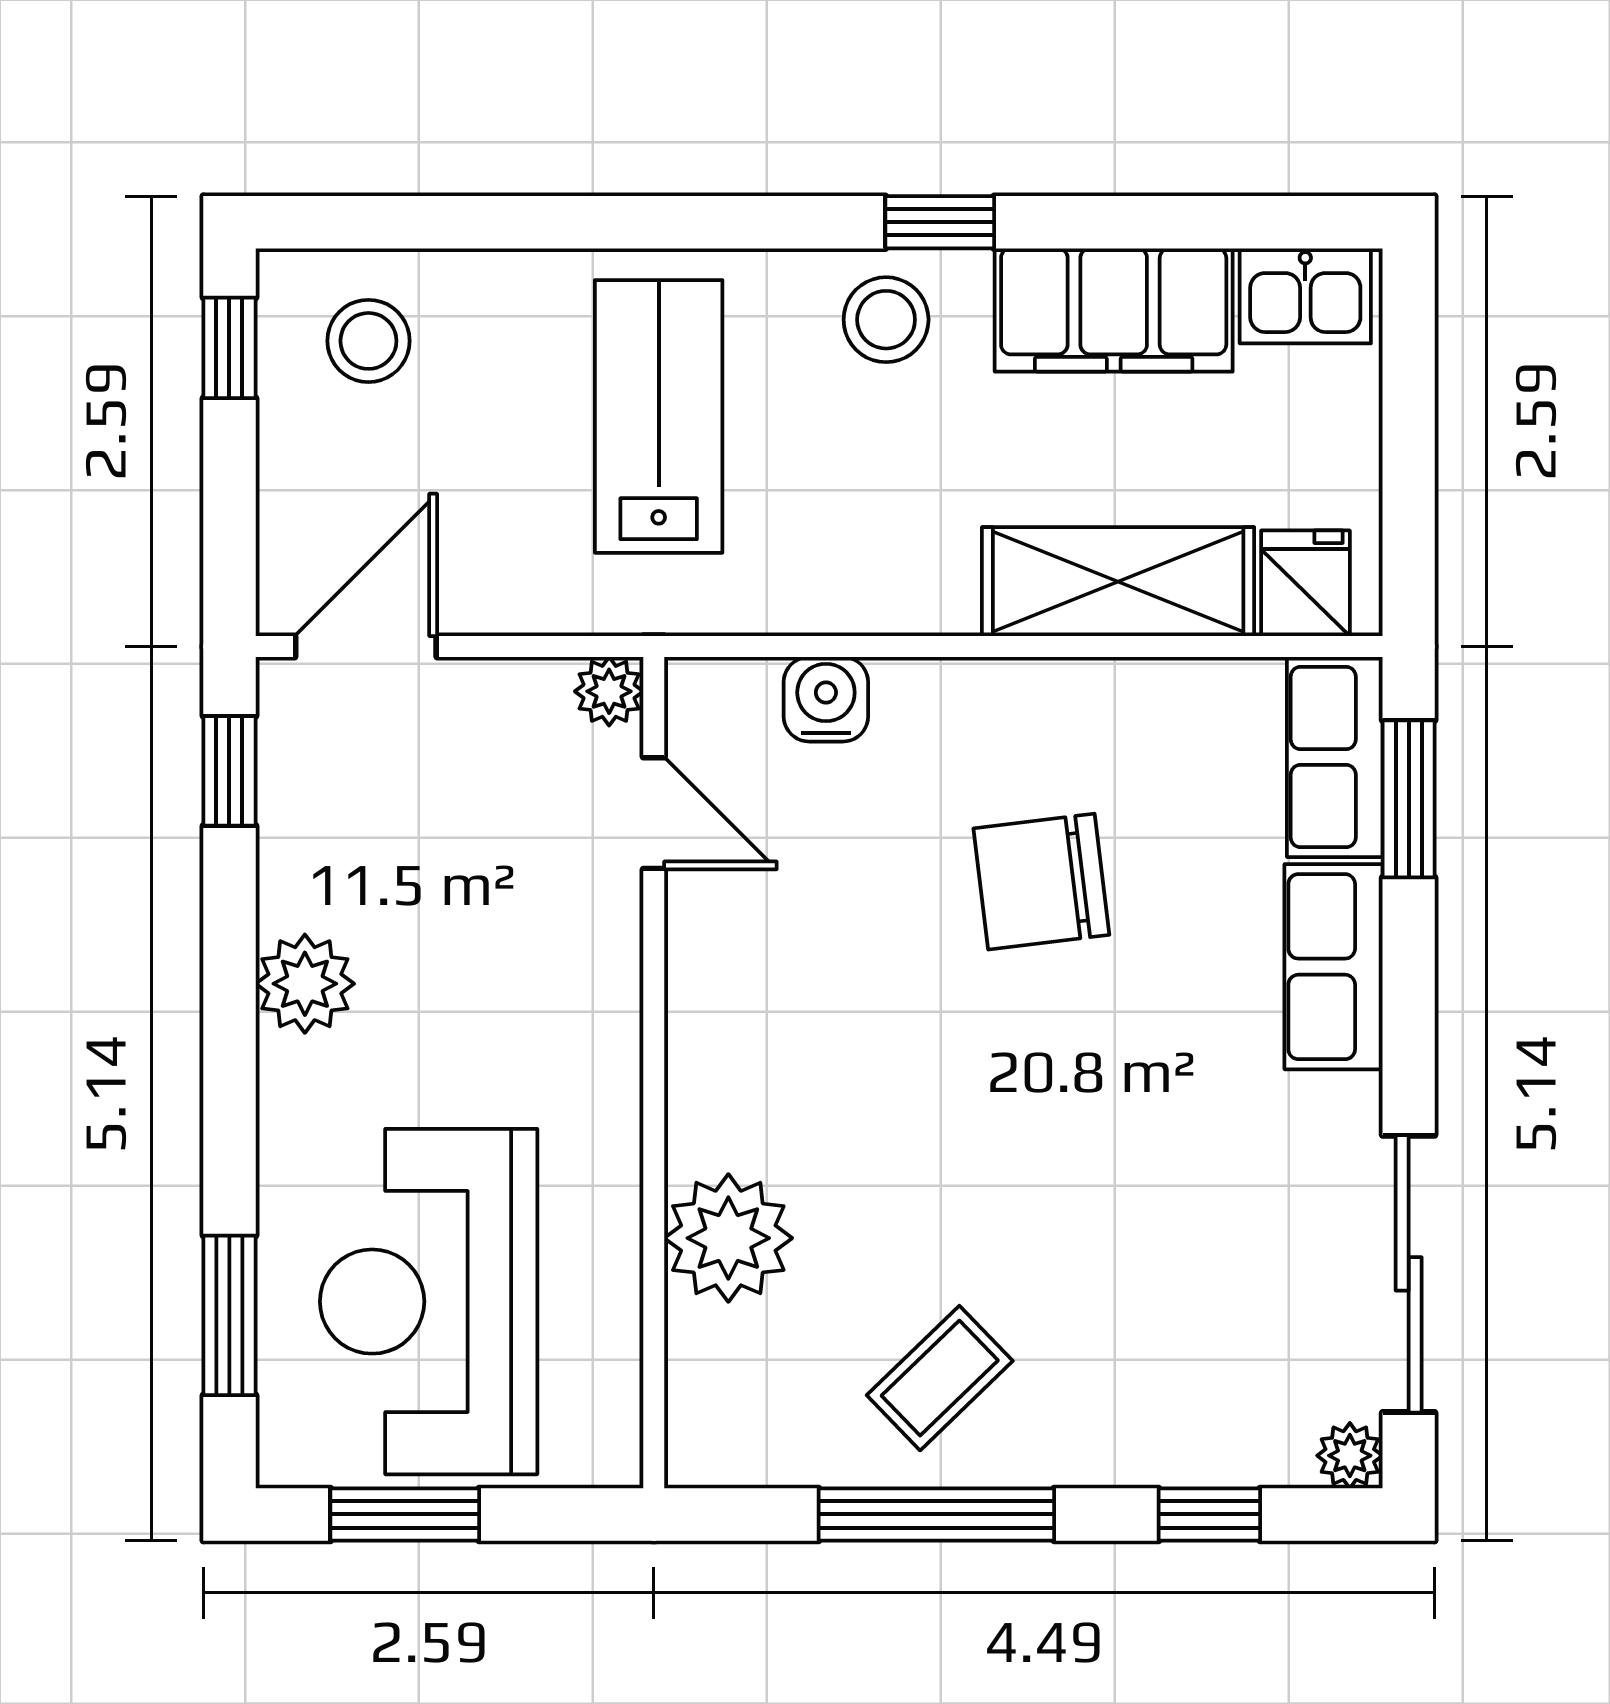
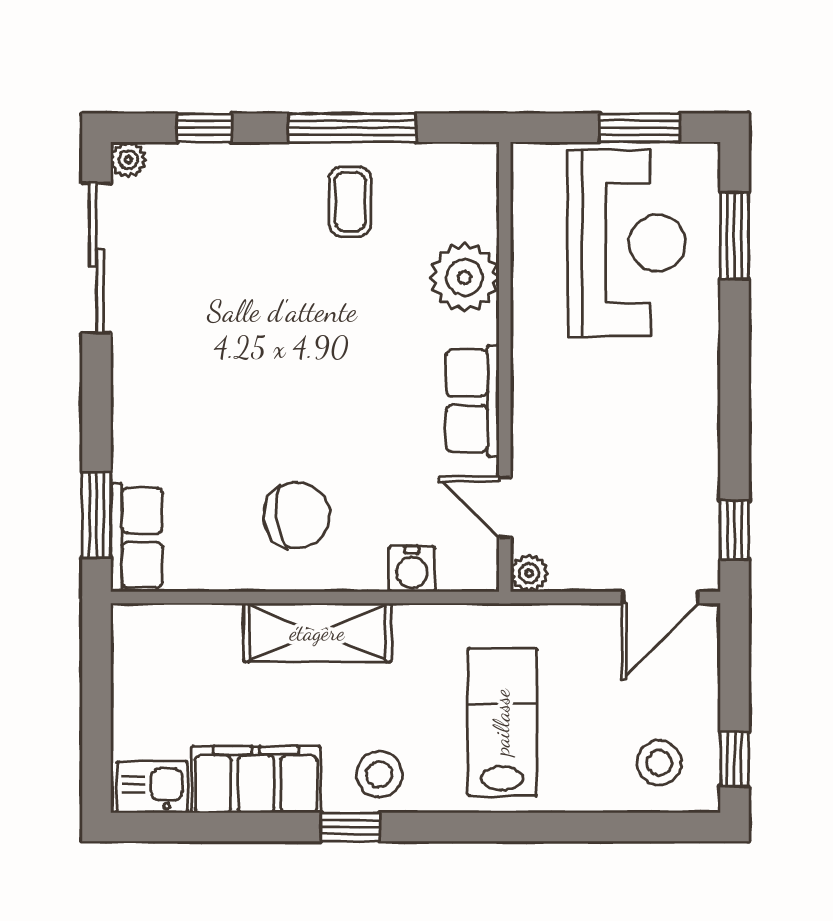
lab bench: (659, 416) -> (502, 722), turned 180
shelving: (1118, 582) -> (317, 633), moved
fridge: (1305, 583) -> (152, 632), removed
chair: (1041, 882) -> (297, 515), moved
row of seats: (1333, 967) -> (473, 401), moved, turned 180
plant: (305, 984) -> (694, 415), removed
coffee table: (940, 1378) -> (350, 202), turned -46

